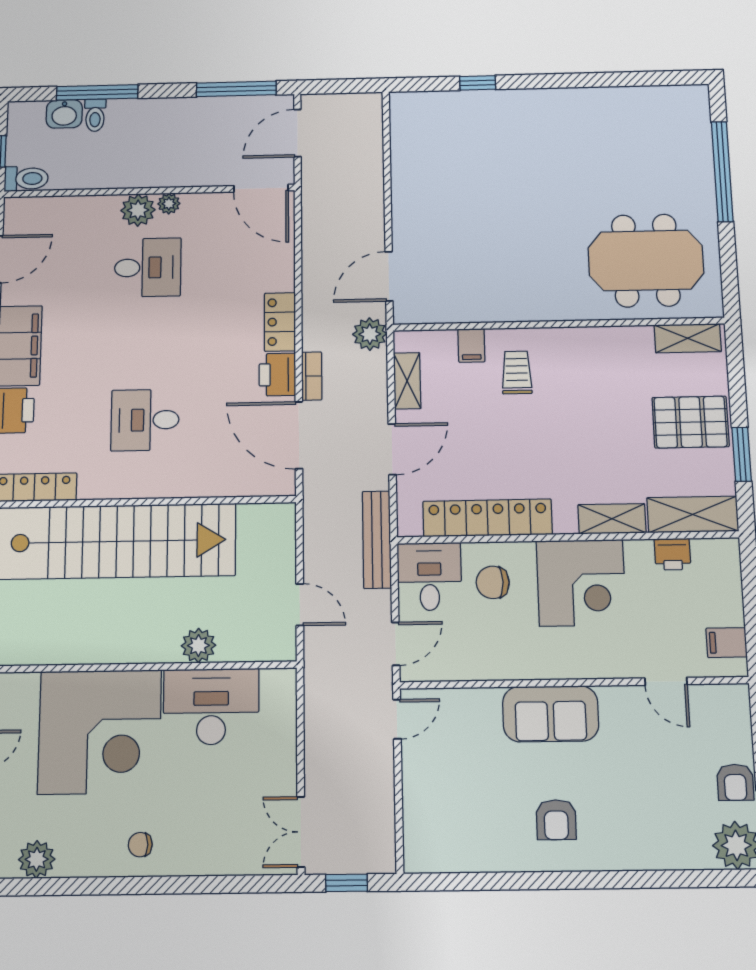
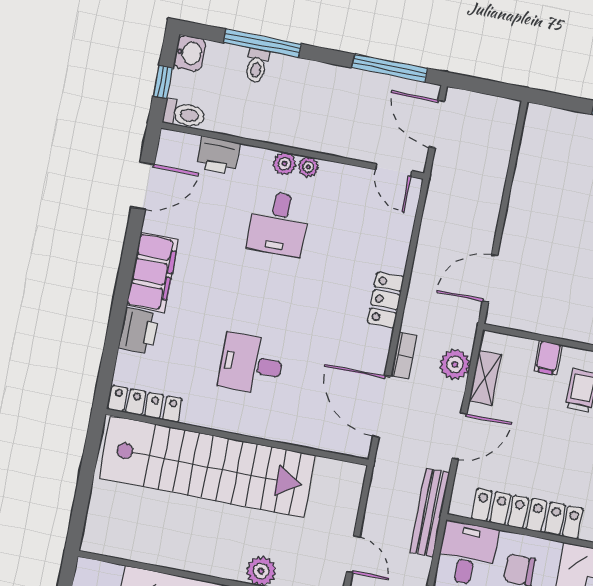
washbasin: (64, 114) -> (190, 53), moved, turned -90
door: (297, 133) -> (437, 124), hinge flipped
door: (261, 188) -> (394, 170), width x0.73
plant: (138, 210) -> (285, 164), width x0.73, depth x0.73
desk: (148, 267) -> (278, 224), turned 90
plant: (370, 334) -> (455, 364), moved
printer: (277, 375) -> (218, 155), moved, turned -90

